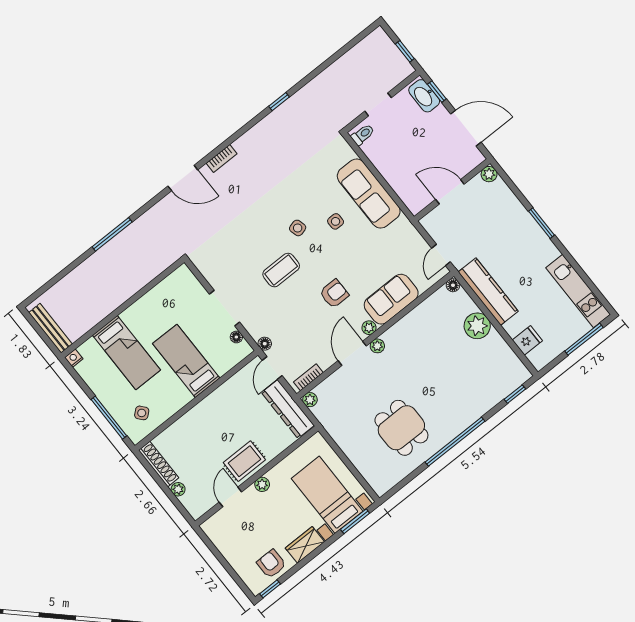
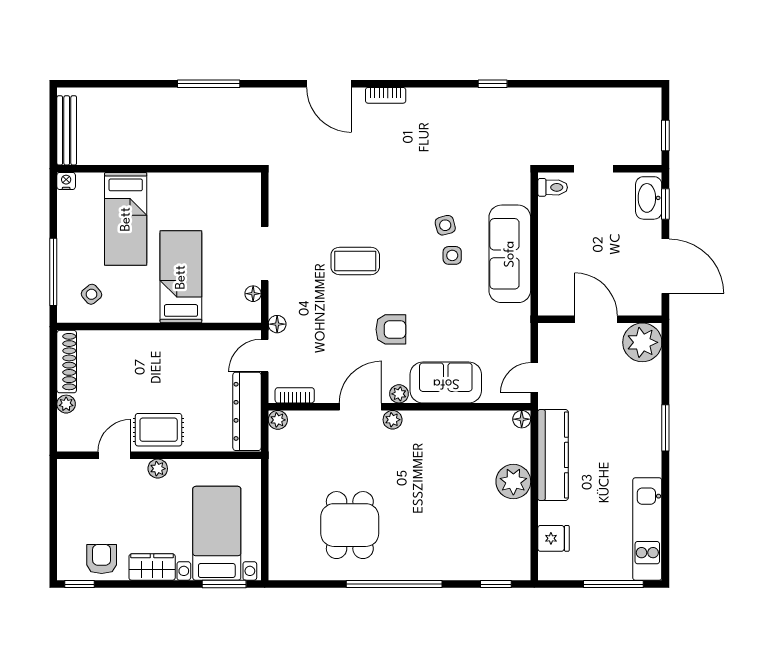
plant: (489, 174) -> (642, 342), width x1.88, depth x1.88
side table: (298, 228) -> (445, 225), moved

